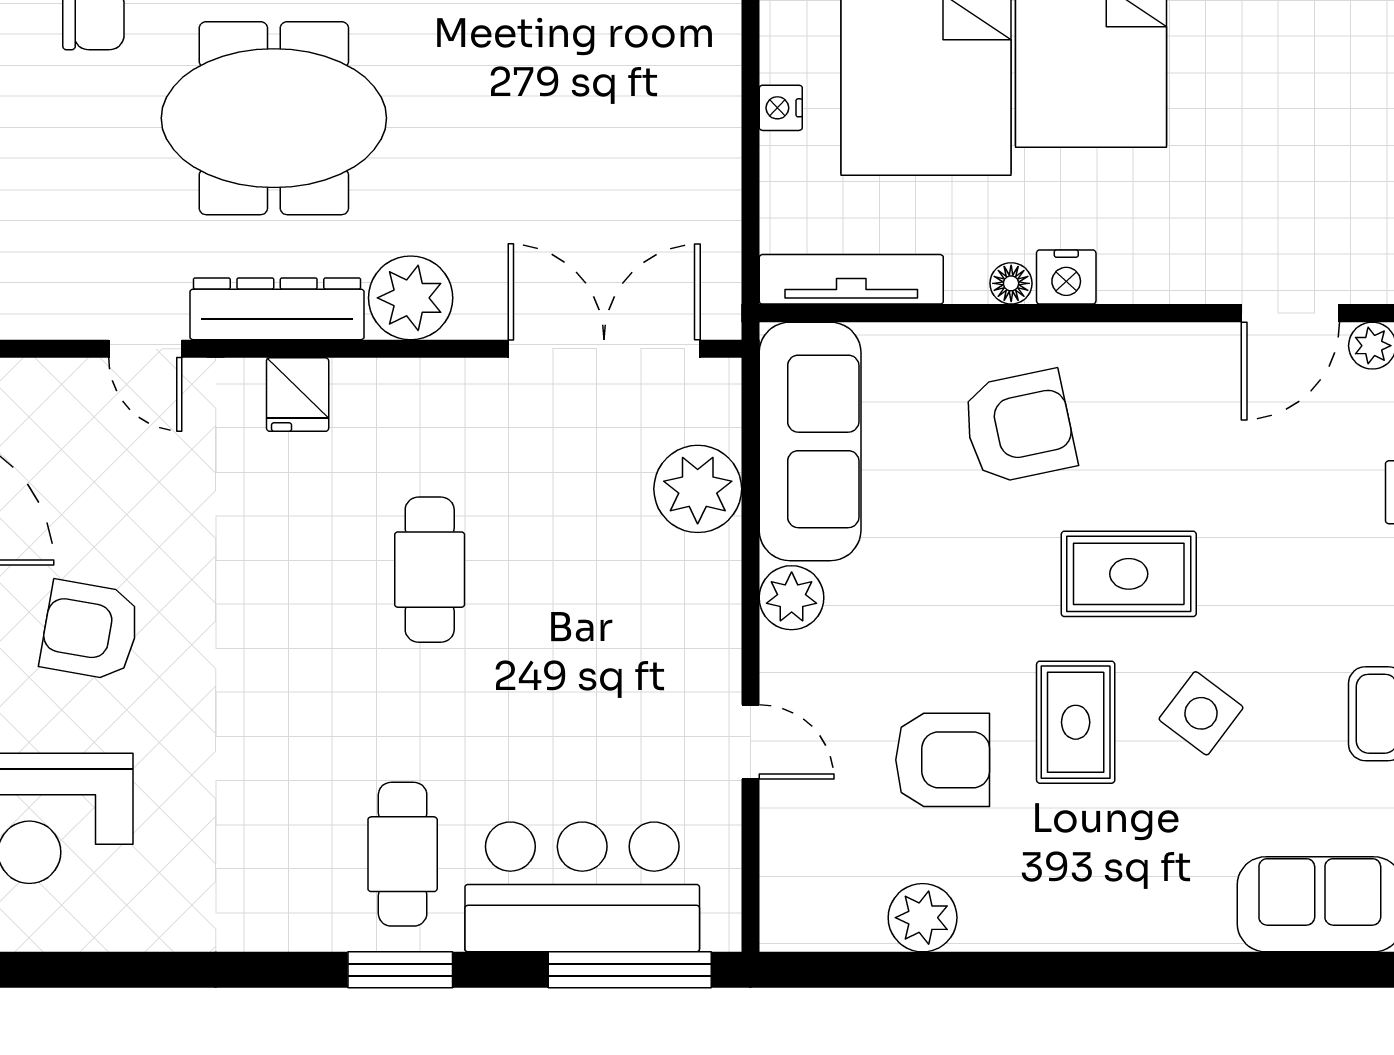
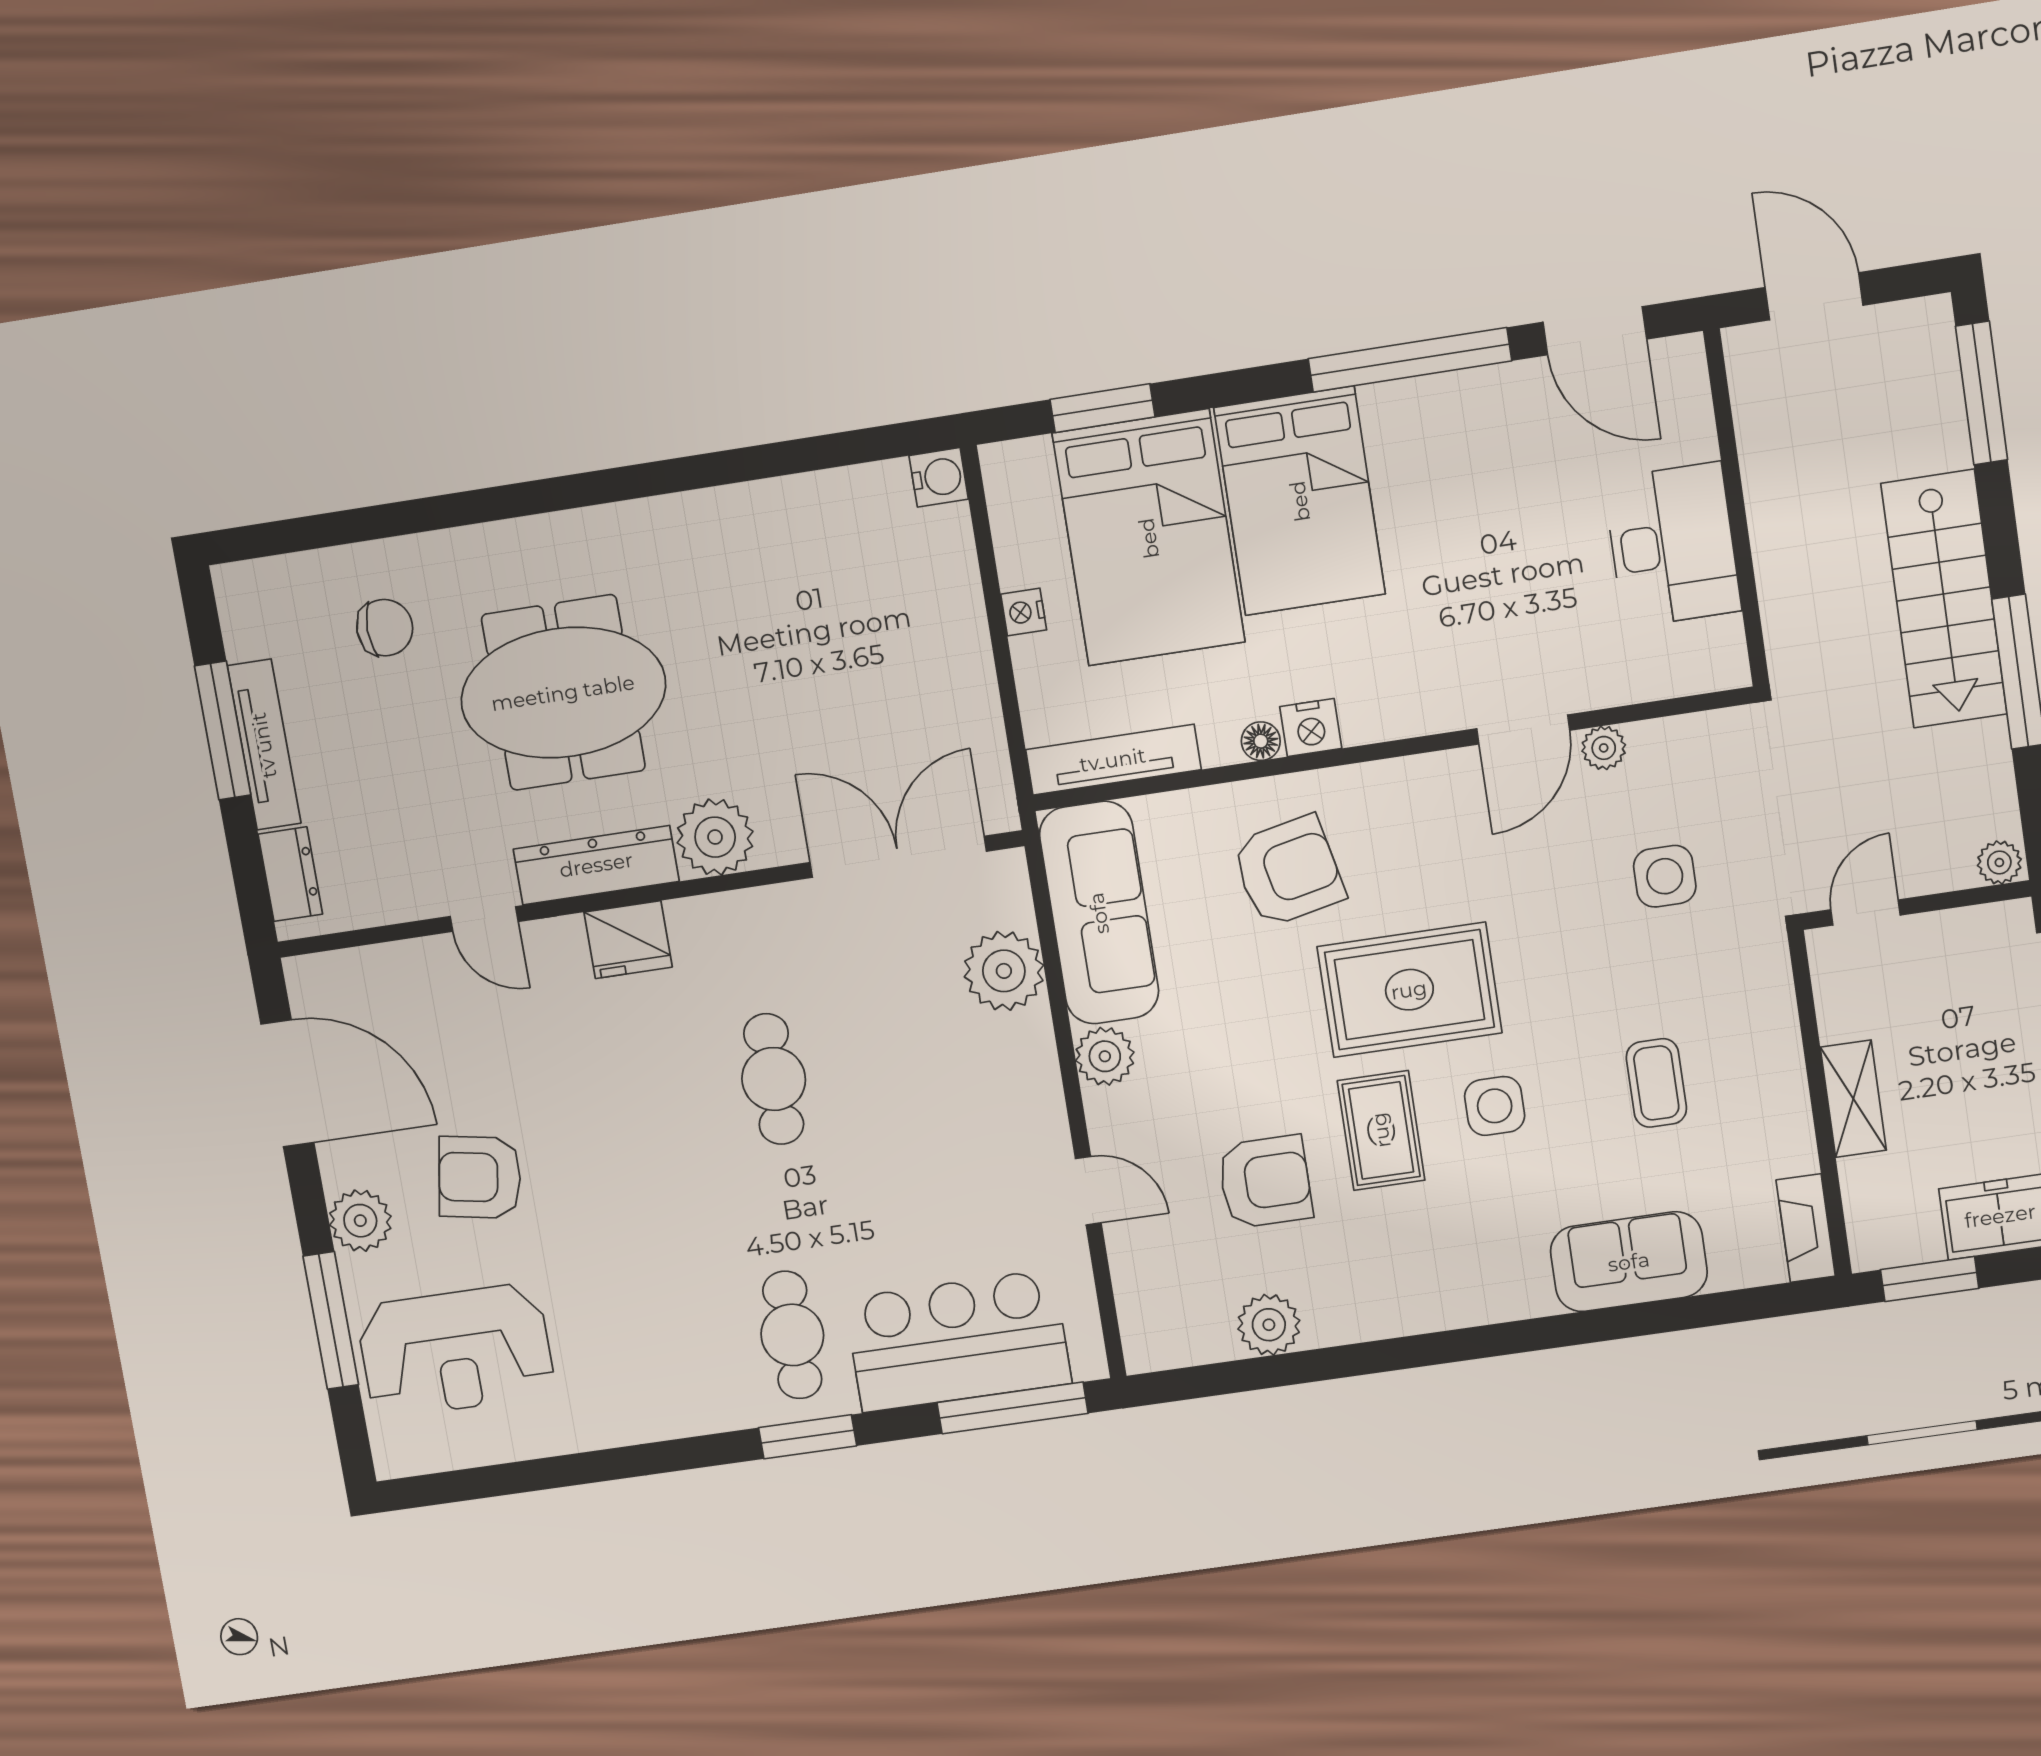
fridge: (298, 395) -> (628, 940), width x1.38
rug: (1129, 574) -> (1409, 990), width x1.36, depth x1.43
side table: (1201, 713) -> (1495, 1106), turned -37

